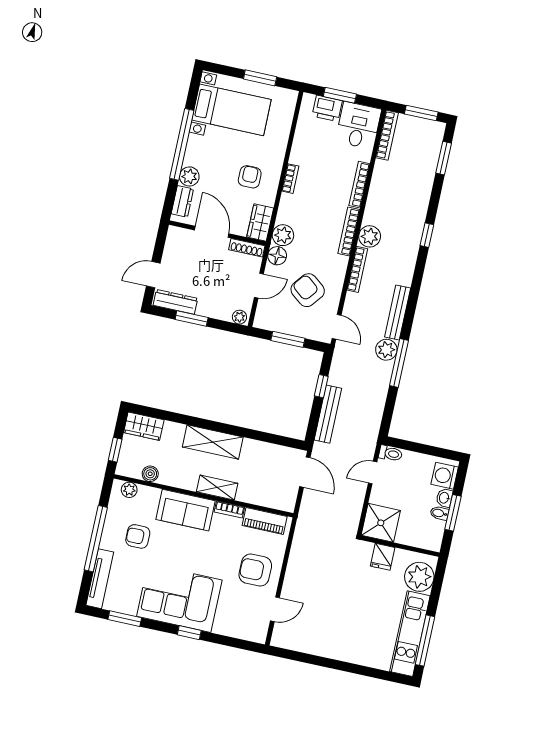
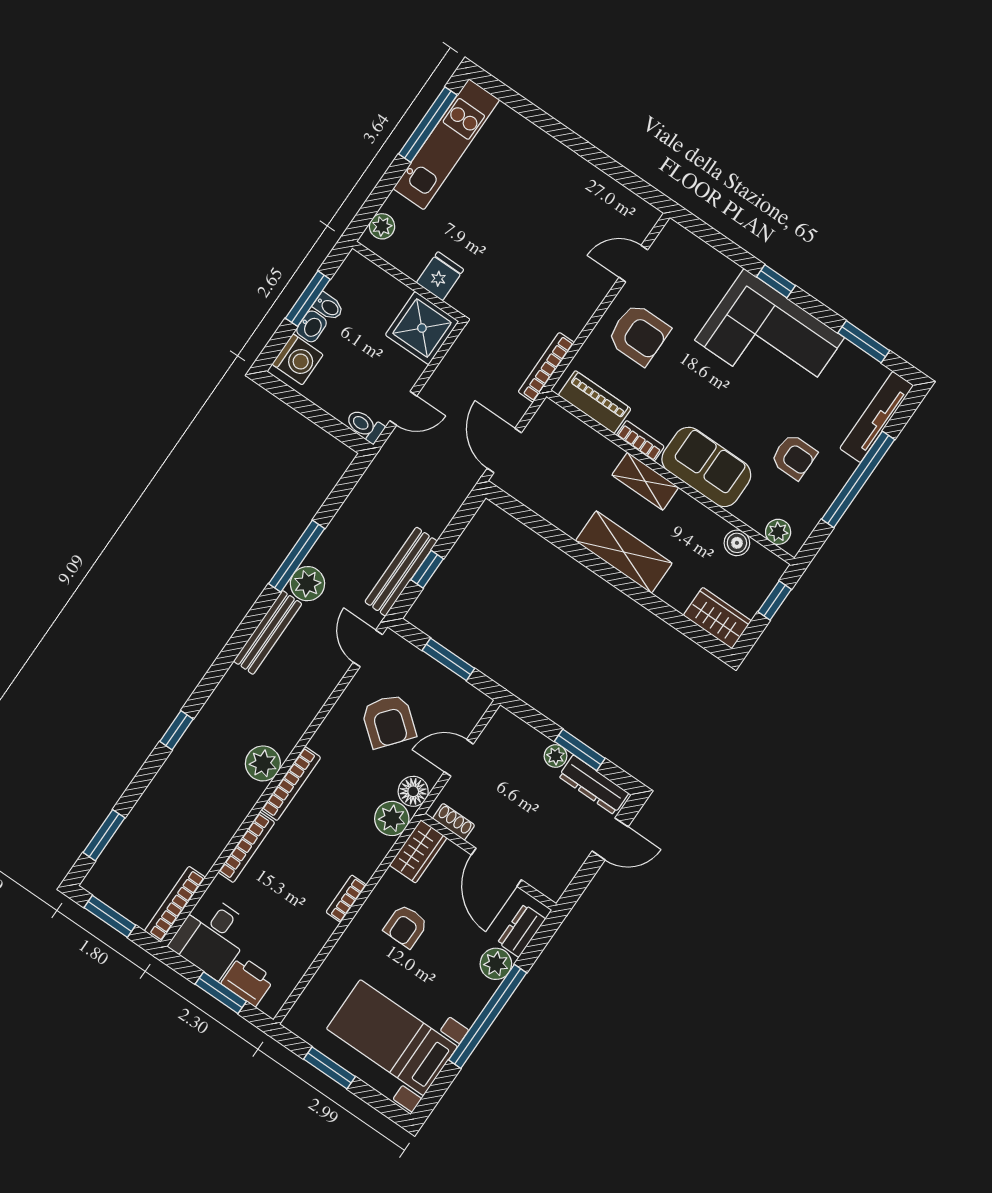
shoe rack: (247, 248) -> (454, 822), width x0.70
bookcase: (357, 269) -> (546, 367), moved
plant: (239, 317) -> (556, 756), moved
bench: (328, 414) -> (401, 572), moved
plant: (419, 577) -> (382, 226), width x0.53, depth x0.53

